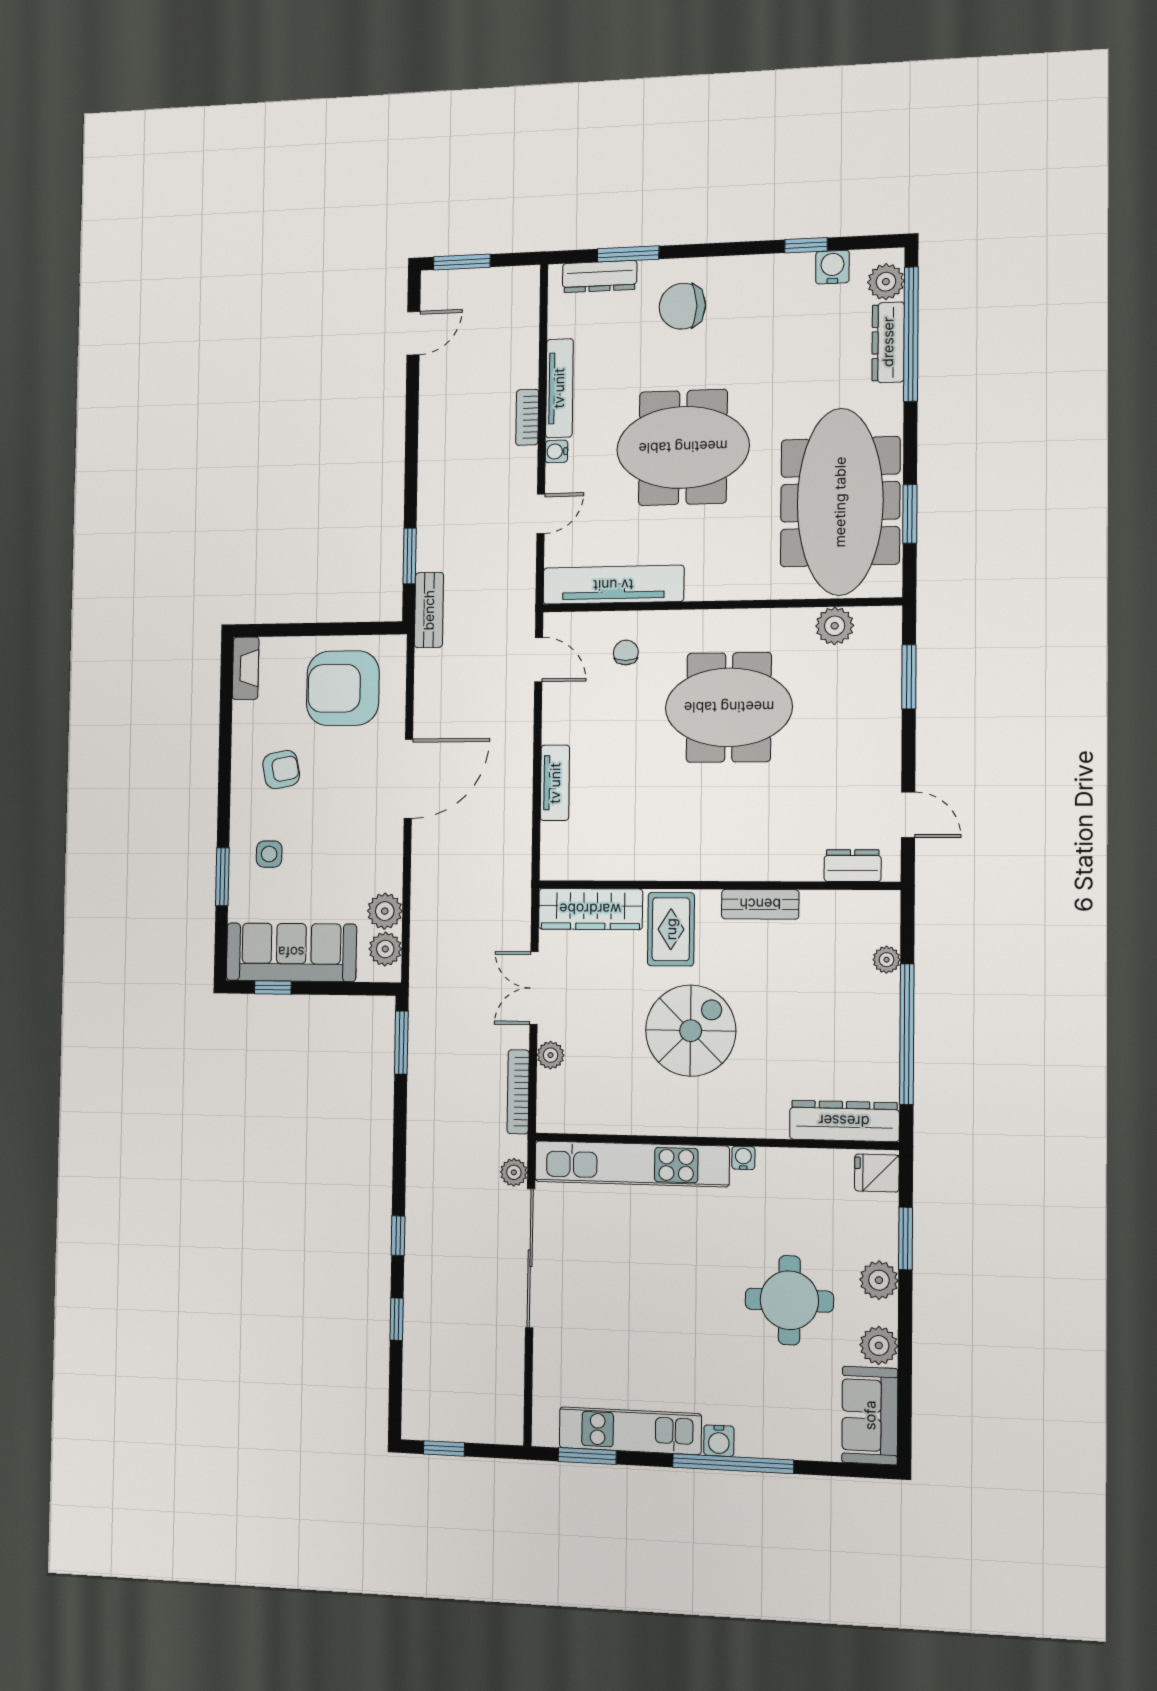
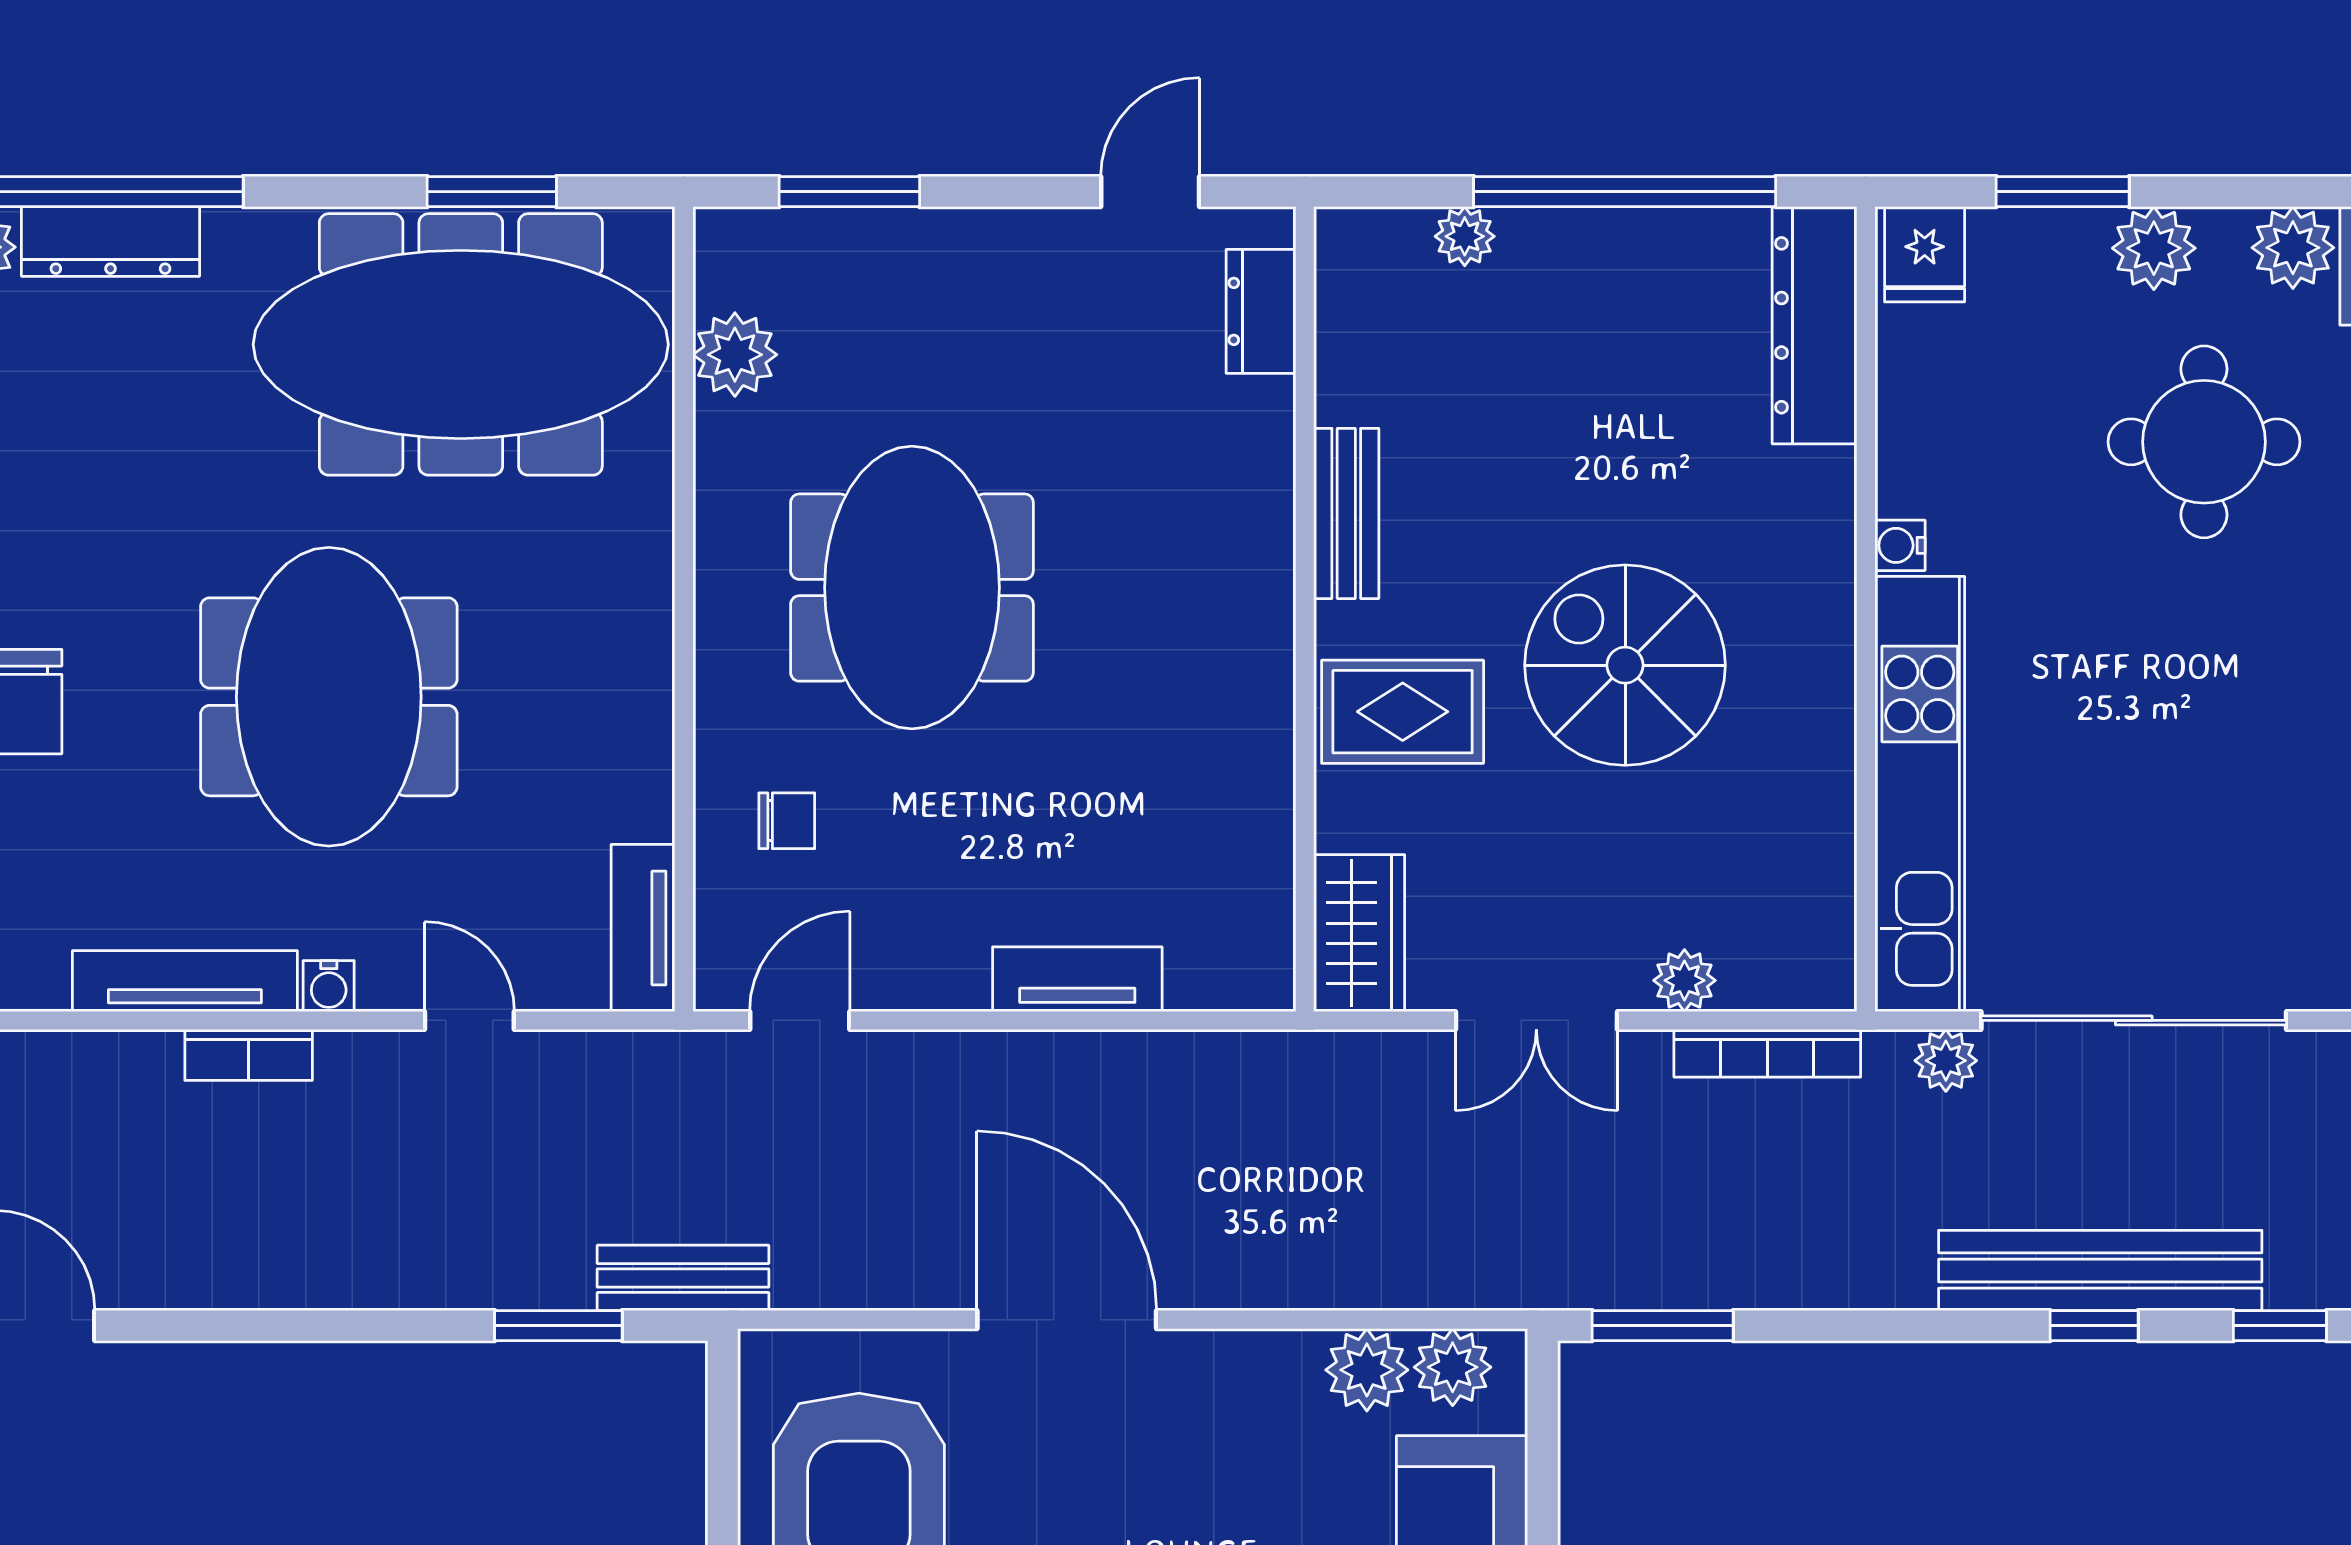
tv unit: (613, 585) -> (643, 928), width x0.52, depth x0.78
chair: (626, 652) -> (787, 821), turned 180
wardrobe: (590, 909) -> (1359, 933), width x0.67
bench: (422, 1239) -> (2100, 1271), added

